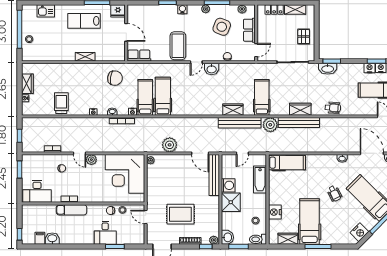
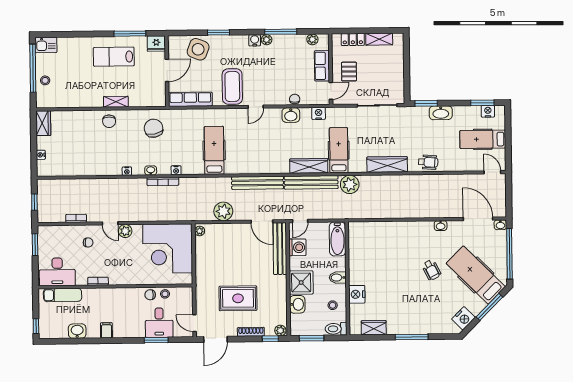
water cooler: (182, 9) -> (255, 40), moved
kitchen sink: (46, 11) -> (46, 45), moved
side table: (222, 27) -> (198, 49), moved
door: (126, 32) -> (167, 70), hinge flipped
pallet: (304, 37) -> (349, 72), moved
row of seats: (139, 55) -> (190, 99), width x1.48
nightstand: (370, 68) -> (319, 113), moved
washbasin: (212, 69) -> (291, 115), moved
washbasin: (328, 69) -> (441, 113), moved
chair: (80, 72) -> (109, 121), added
chair: (115, 78) -> (154, 128), turned -111
wardrobe: (27, 84) -> (43, 123), moved
hospital bed: (145, 97) -> (192, 152), removed
trolley: (61, 103) -> (86, 161), removed
wardrobe: (300, 109) -> (387, 164), width x1.50
wardrobe: (233, 110) -> (309, 166), width x1.50
bench: (299, 123) -> (258, 183), moved
door: (242, 153) -> (300, 221), moved
hospital bed: (287, 163) -> (371, 232), removed
bathtub: (260, 180) -> (337, 239), moved
washing machine: (228, 185) -> (297, 247), moved
bidet: (260, 199) -> (338, 278), added
exam couch: (72, 210) -> (63, 295), moved
door: (146, 217) -> (194, 323), moved
hospital bed: (310, 221) -> (401, 306), removed
desk: (105, 233) -> (159, 323), moved
washbasin: (227, 237) -> (297, 304), moved
filing cabinet: (40, 238) -> (106, 330), moved

